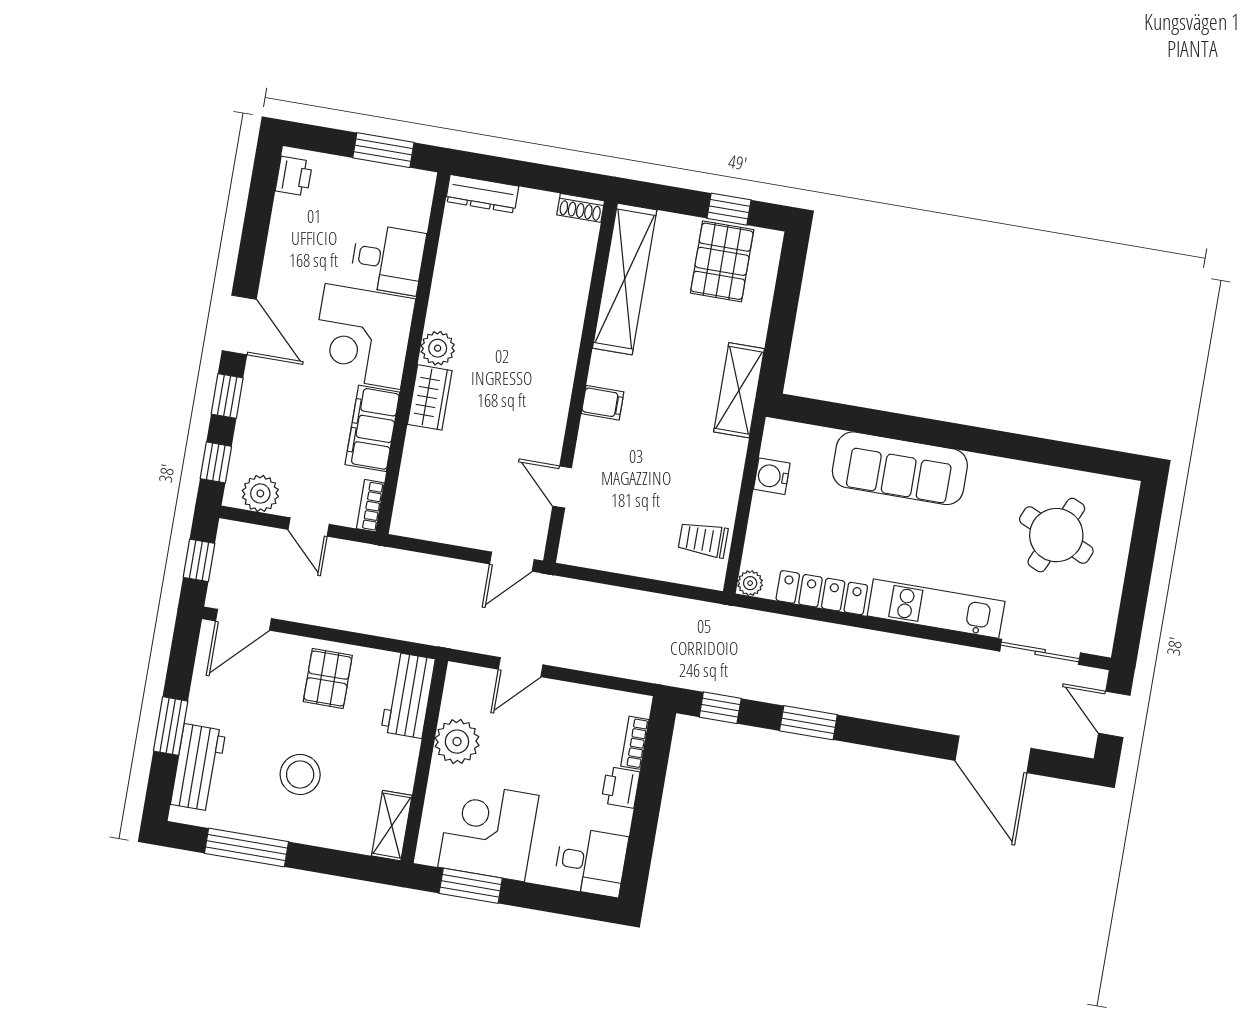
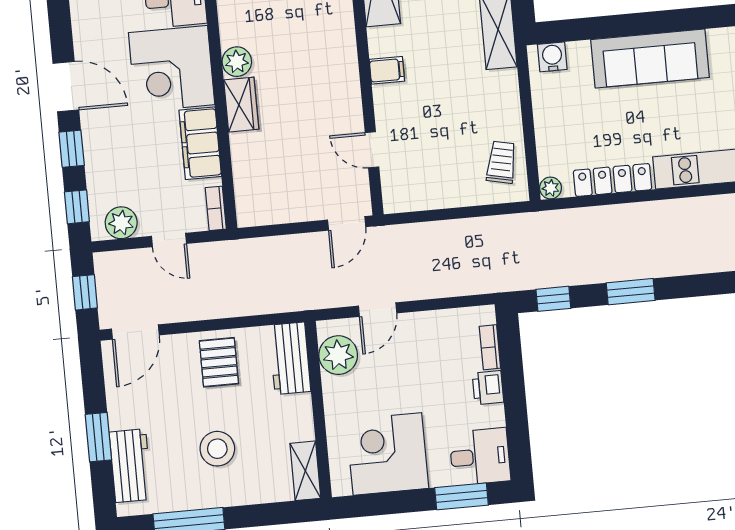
water cooler: (772, 476) -> (552, 57), moved, turned 90
trolley: (703, 540) -> (501, 162), turned 102
plant: (457, 742) -> (338, 355), moved
window: (471, 886) -> (462, 496), moved

